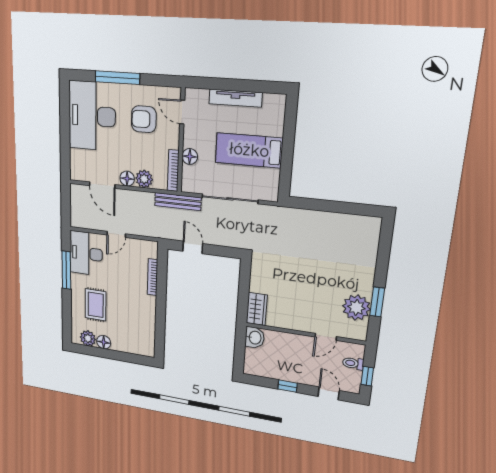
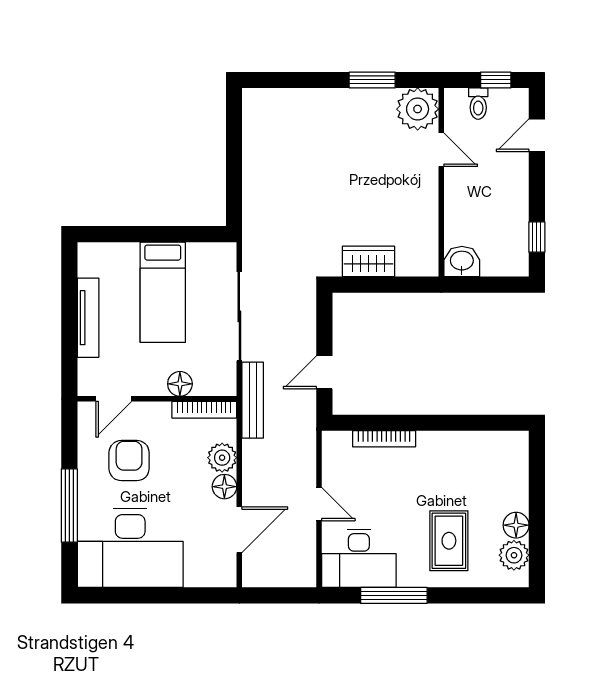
armchair: (144, 119) -> (129, 461), turned 180
rug: (96, 305) -> (449, 541), turned 90
plant: (356, 308) -> (418, 109), moved
wardrobe: (257, 309) -> (368, 261), moved
window: (288, 386) -> (537, 237), moved

